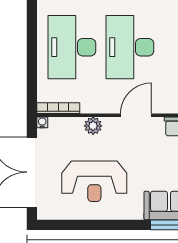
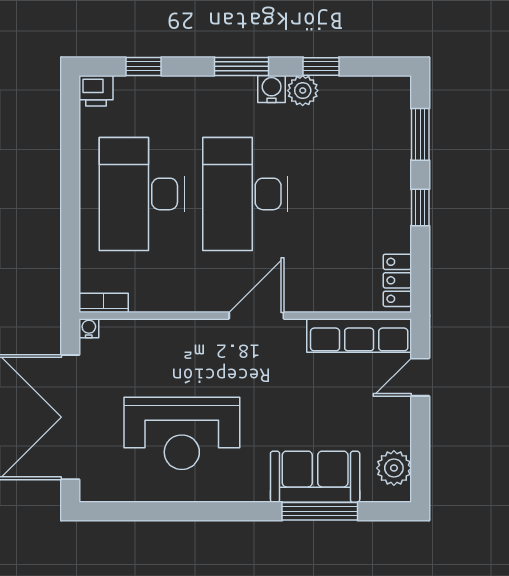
bookcase: (58, 108) -> (104, 303), width x0.64
plant: (93, 126) -> (180, 334), removed

